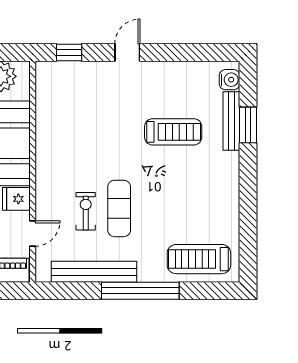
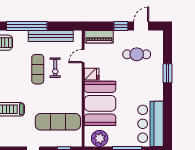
exercise mat: (81, 108) -> (58, 122), added

